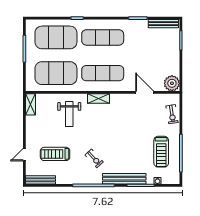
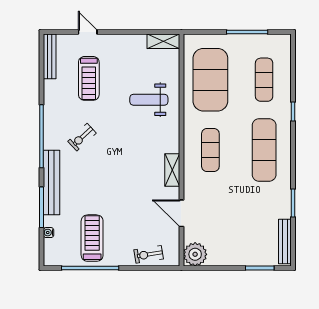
exercise mat: (56, 37) -> (264, 80), width x0.50, depth x0.69
exercise mat: (103, 73) -> (210, 150), width x0.73, depth x0.69
door: (145, 92) -> (181, 213), swing flipped
shelving: (99, 99) -> (172, 170), moved
treadmill: (161, 152) -> (92, 238), turned 90
treadmill: (55, 154) -> (89, 78), turned 180

